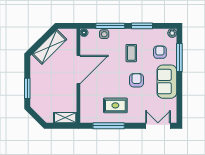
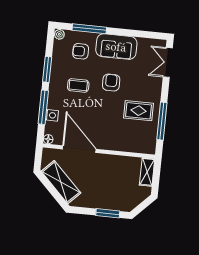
door: (78, 69) -> (79, 149), moved
armchair: (136, 80) -> (111, 83), turned 90
rug: (115, 105) -> (139, 111), turned 90

